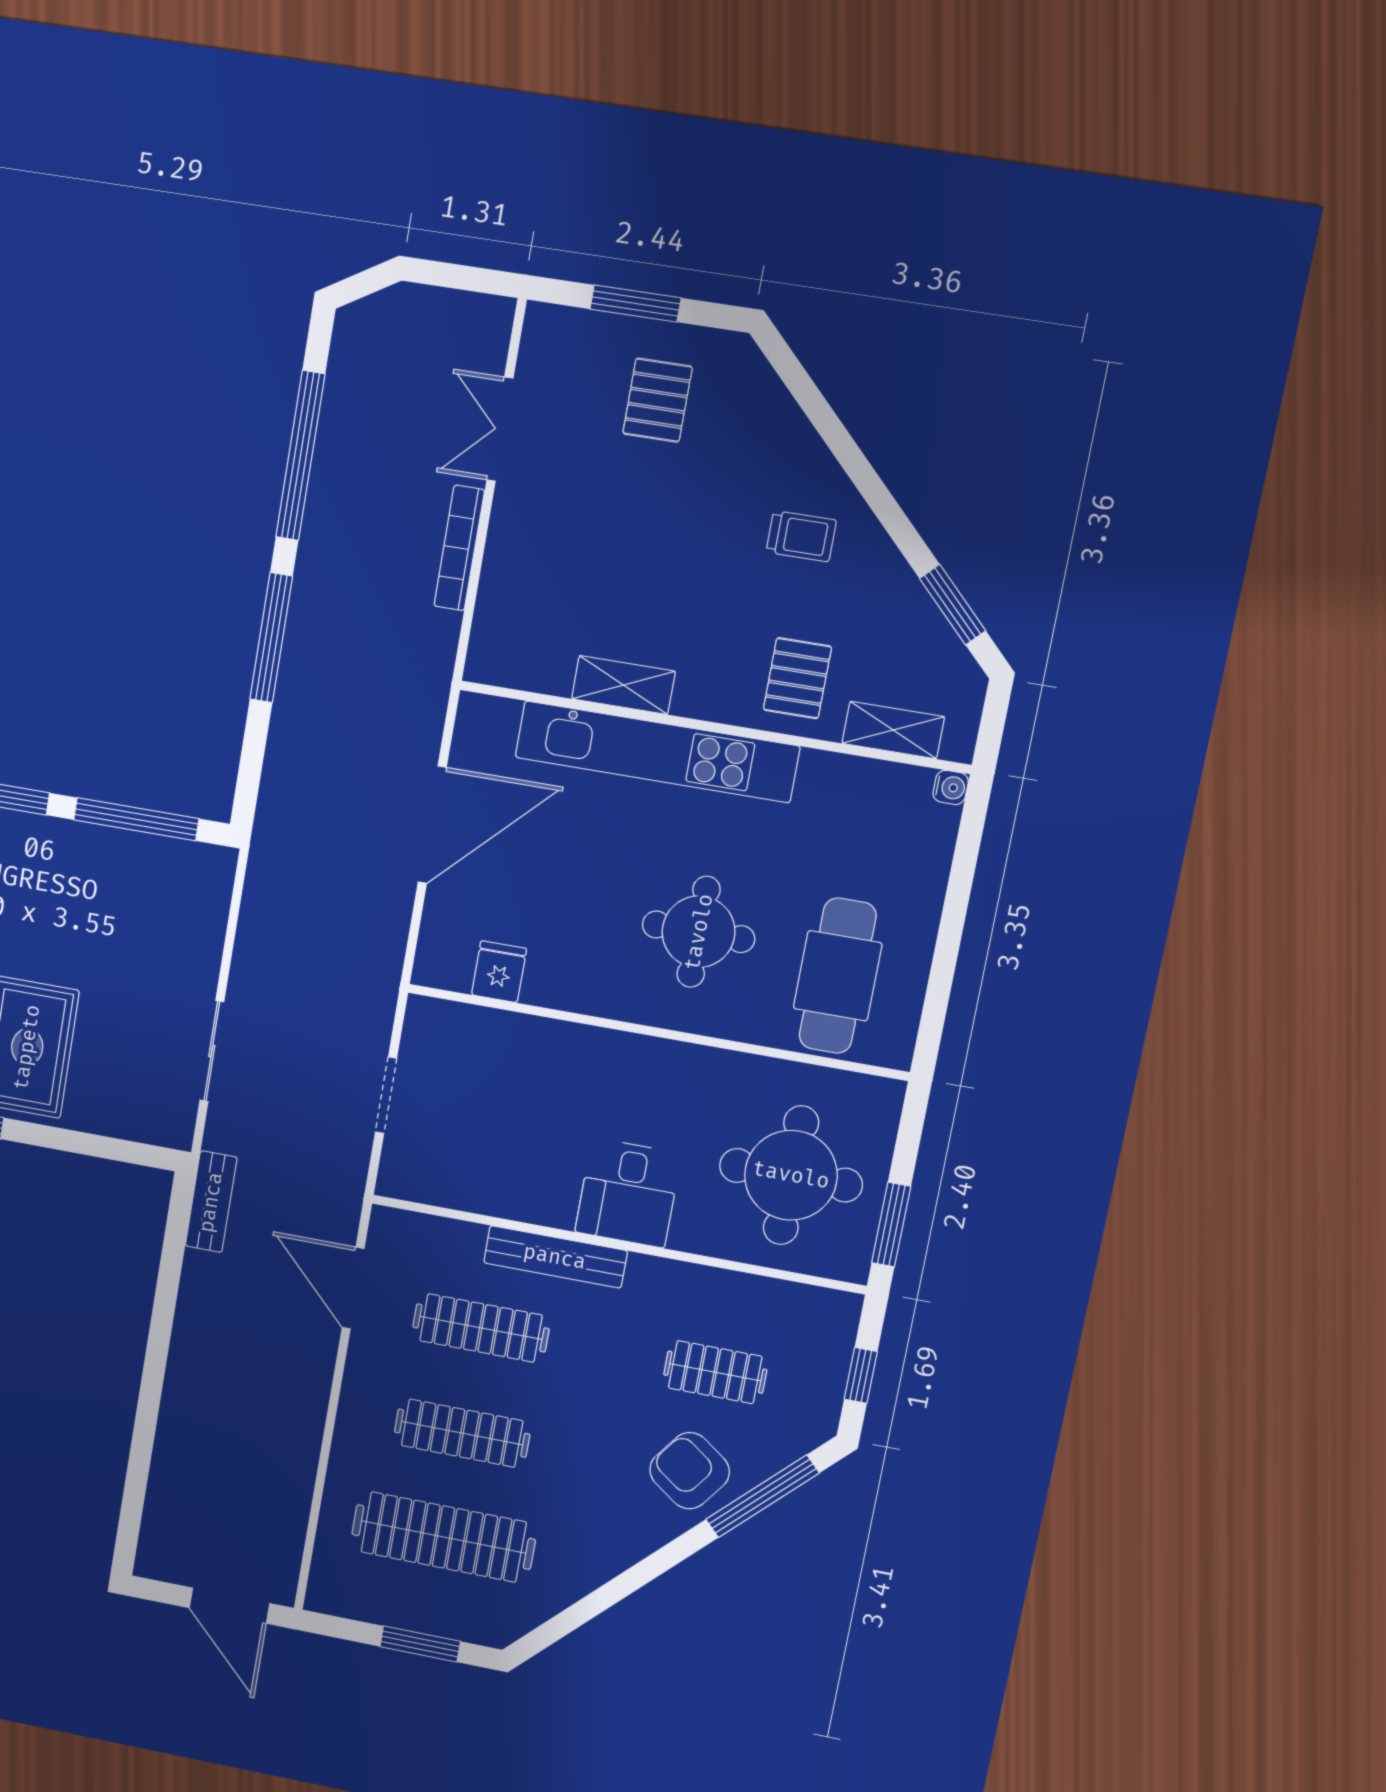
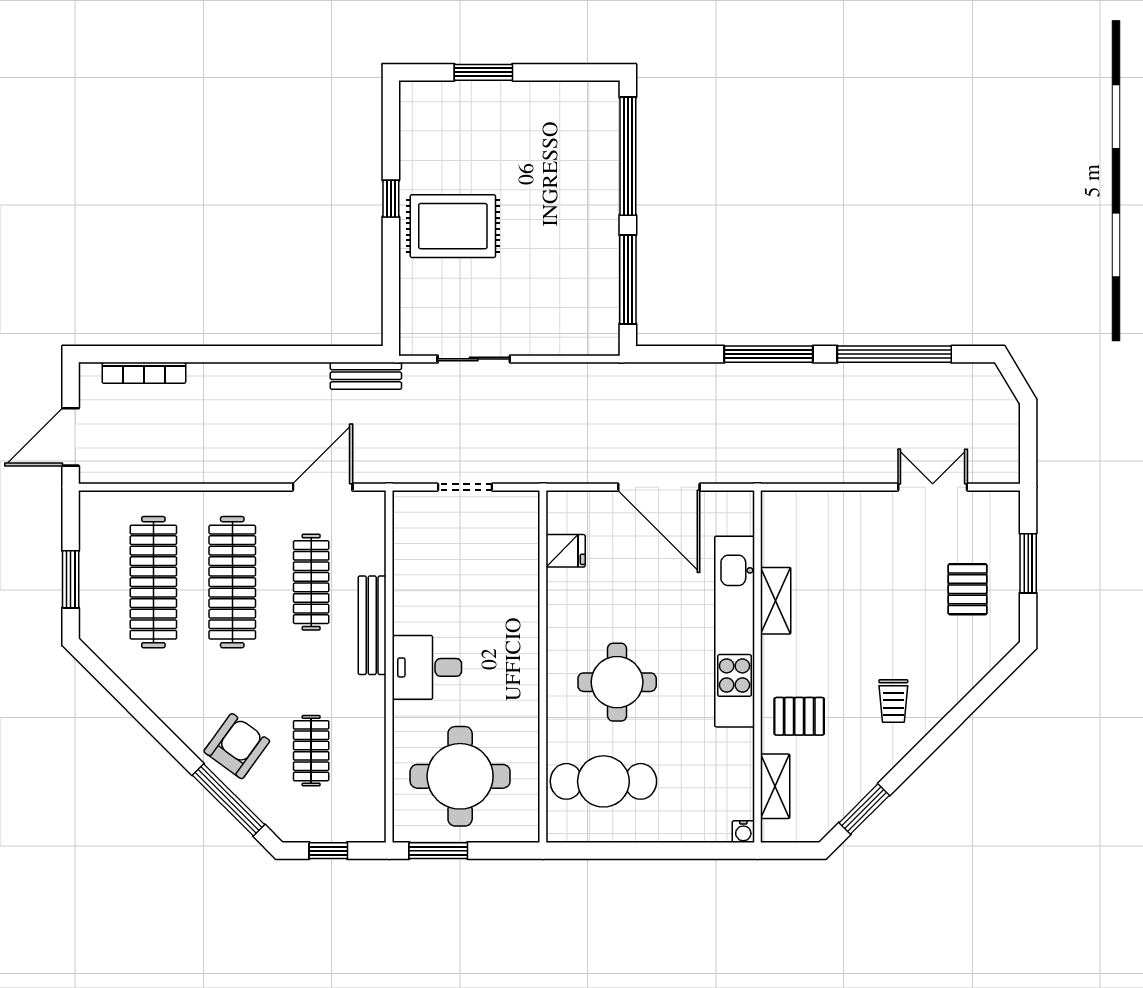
pallet: (658, 400) -> (968, 589), turned 90
bookcase: (459, 548) -> (144, 373), moved, turned 180
clothes rail: (462, 1433) -> (232, 582), width x1.37, depth x1.31

